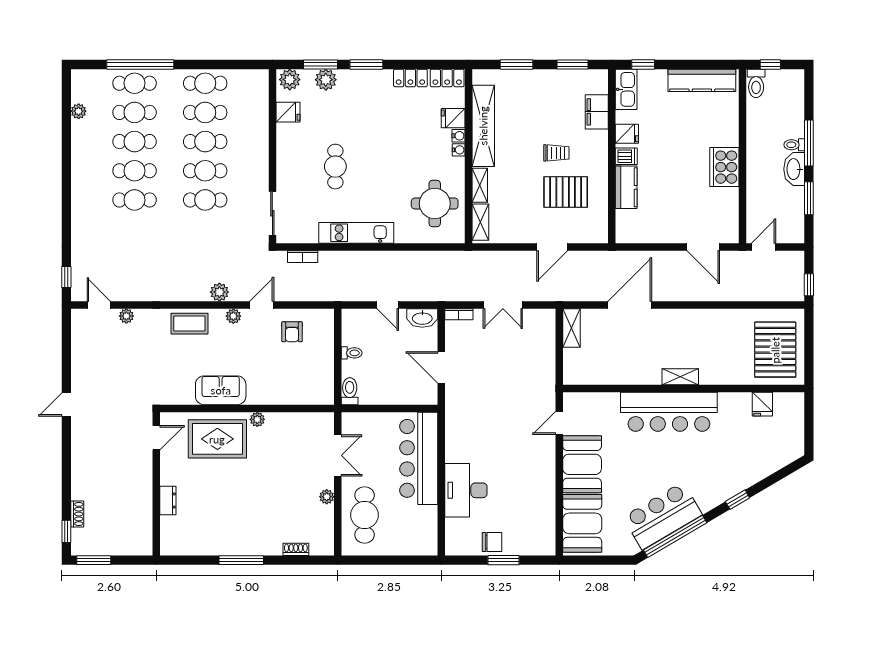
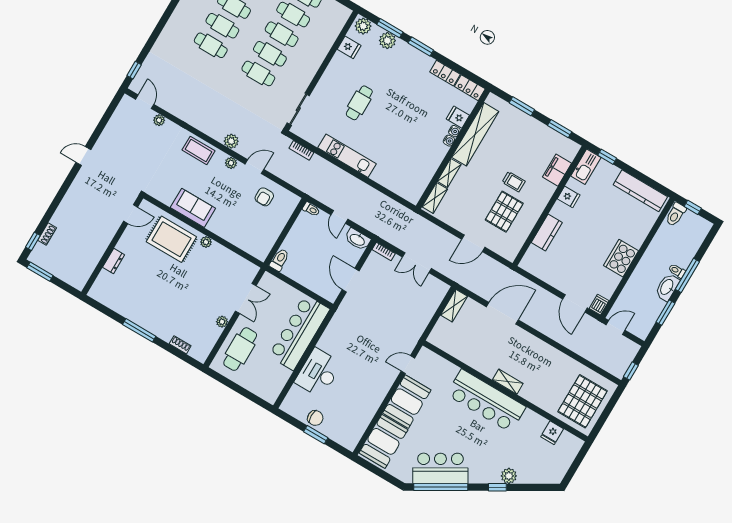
dishwasher: (626, 156) -> (599, 305), moved, turned -90
pallet: (566, 192) -> (504, 212), turned 90
round table: (435, 204) -> (411, 167), removed
toilet: (352, 353) -> (311, 209), moved
plant: (743, 480) -> (509, 476), added

